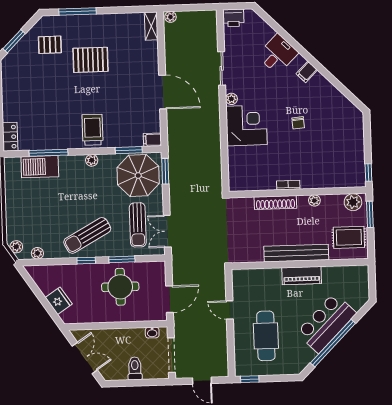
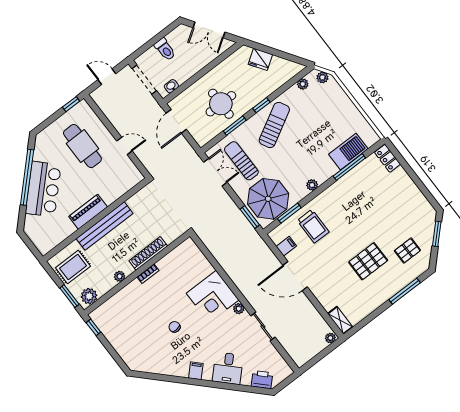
printer: (233, 18) -> (262, 380), moved, turned 45
trolley: (92, 130) -> (313, 226), moved
filing cabinet: (152, 140) -> (286, 246), moved

